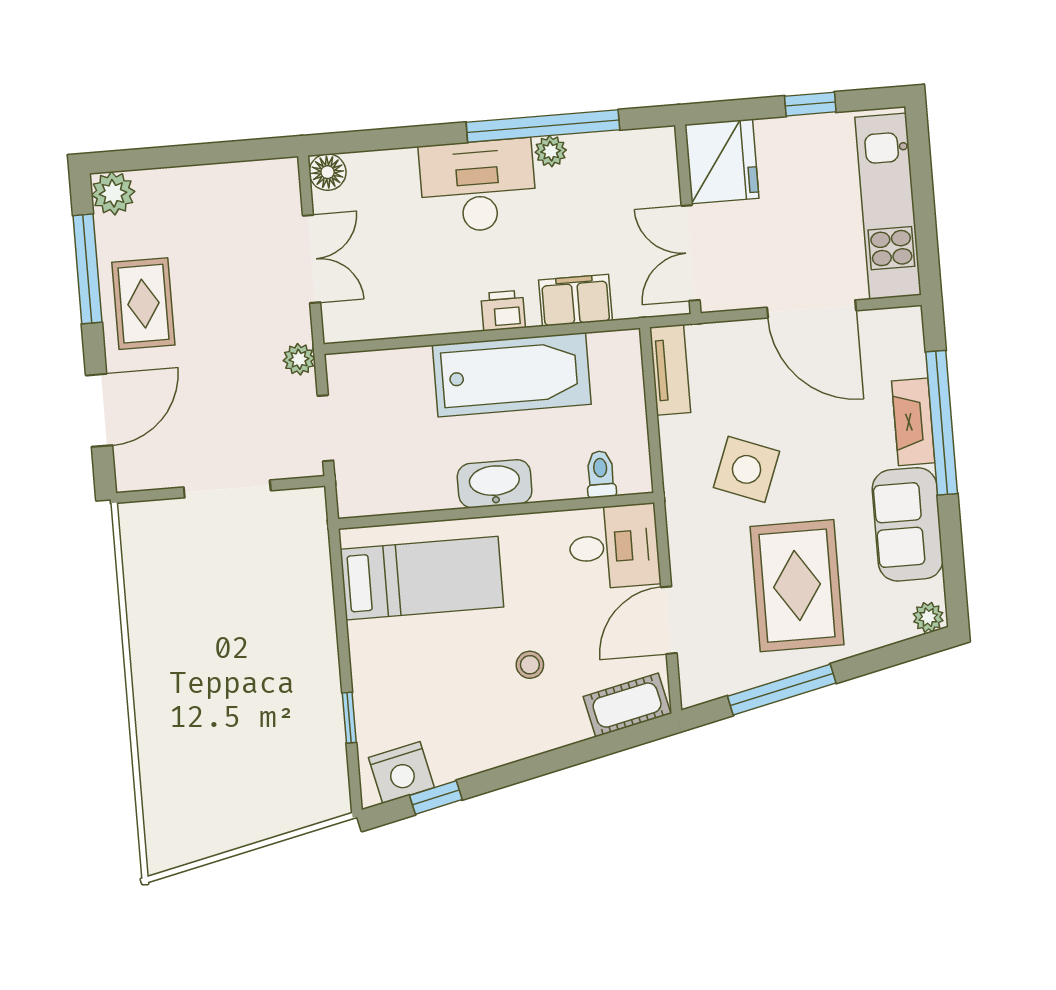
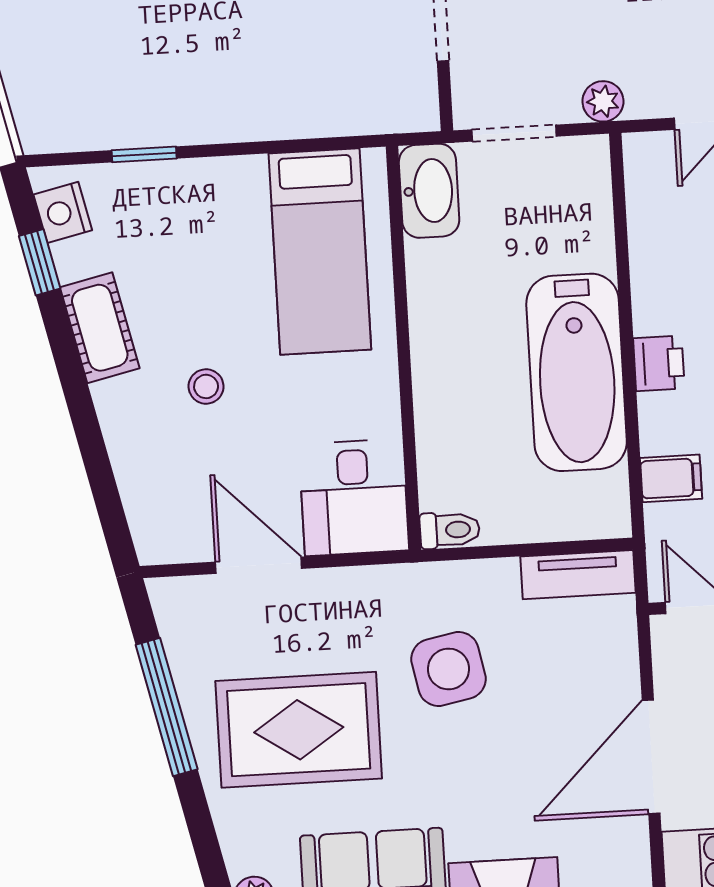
filing cabinet: (576, 300) -> (671, 478), width x0.50
side table: (747, 469) -> (449, 669), turned -32
toilet: (601, 474) -> (450, 530), moved
washbasin: (495, 484) -> (429, 191), moved
cot: (627, 705) -> (100, 328), moved
nightstand: (401, 772) -> (63, 212), width x0.74, depth x0.75

